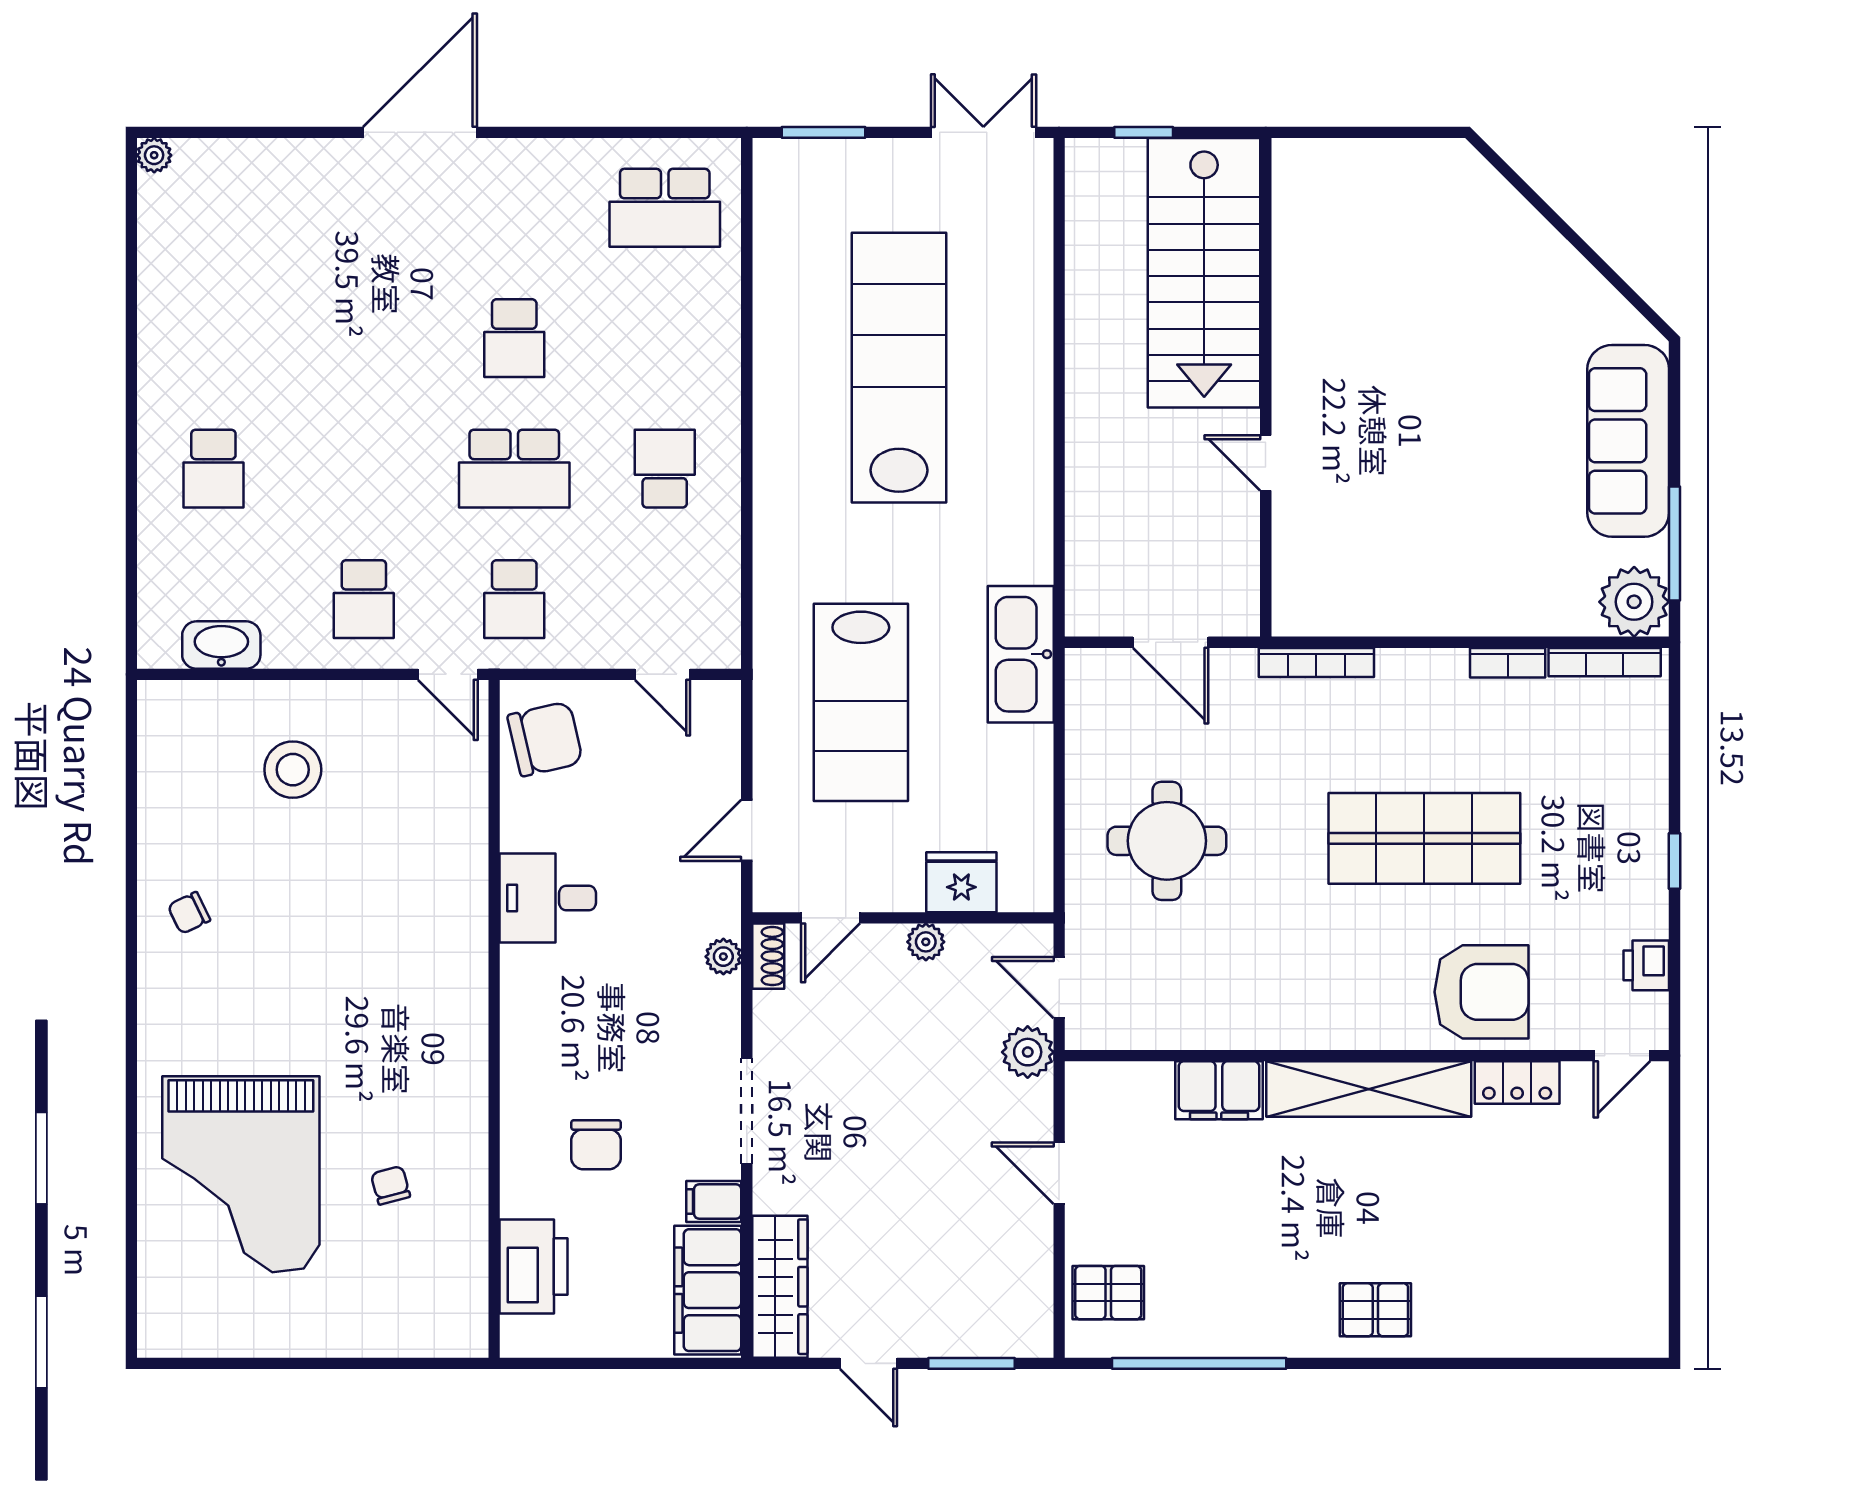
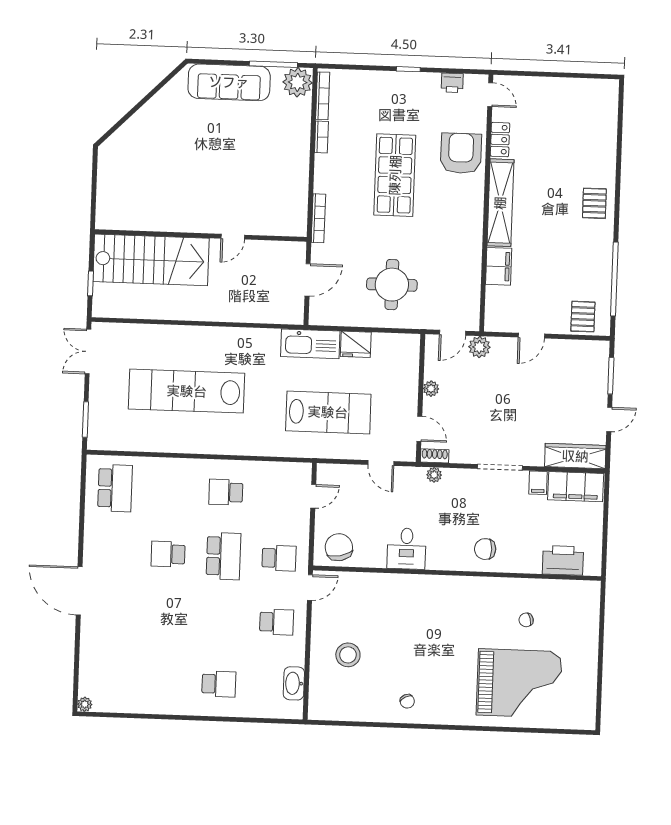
school desk: (514, 338) -> (168, 554), turned 180
fridge: (961, 882) -> (356, 344), moved, turned -90
chair: (596, 1145) -> (485, 549), moved, turned 180

